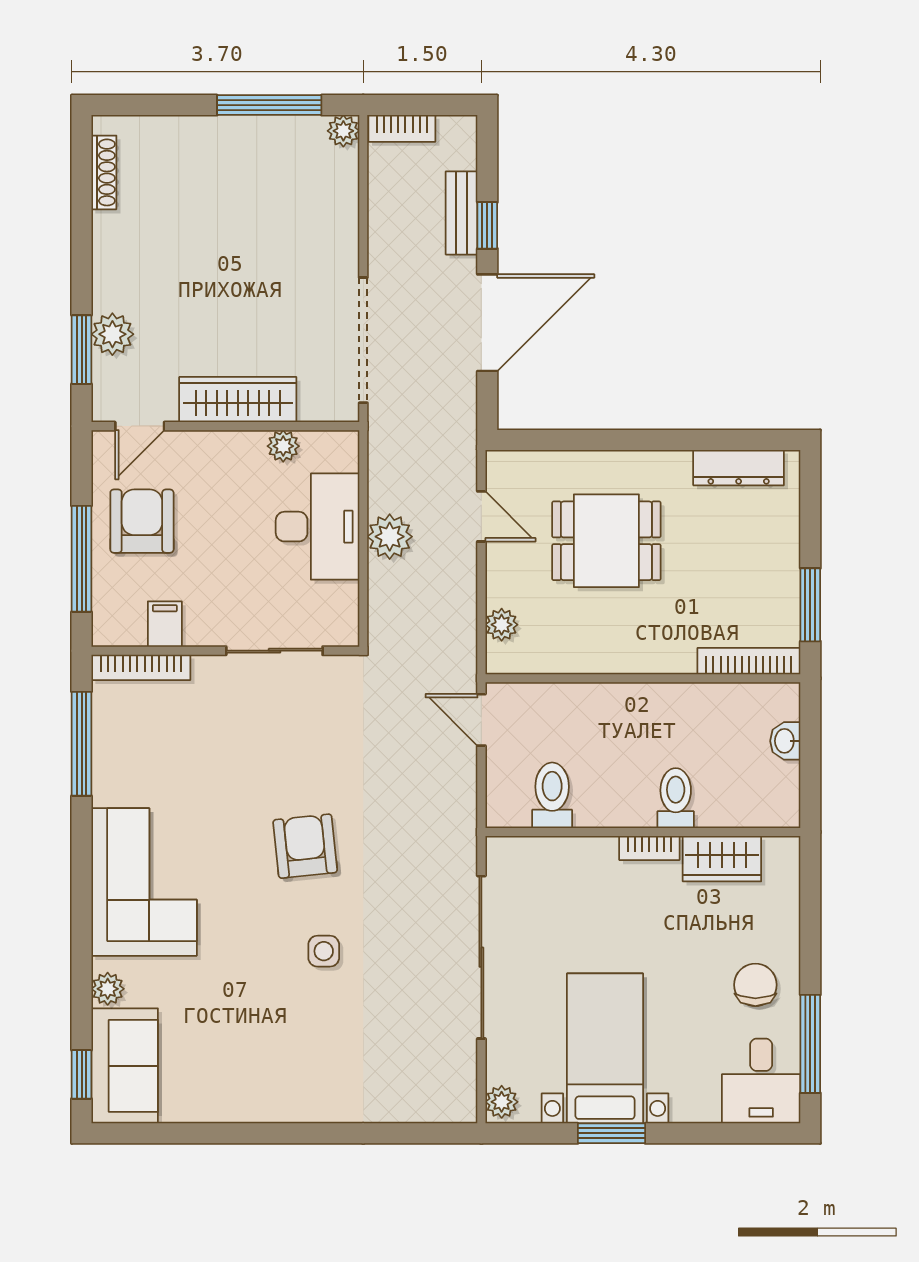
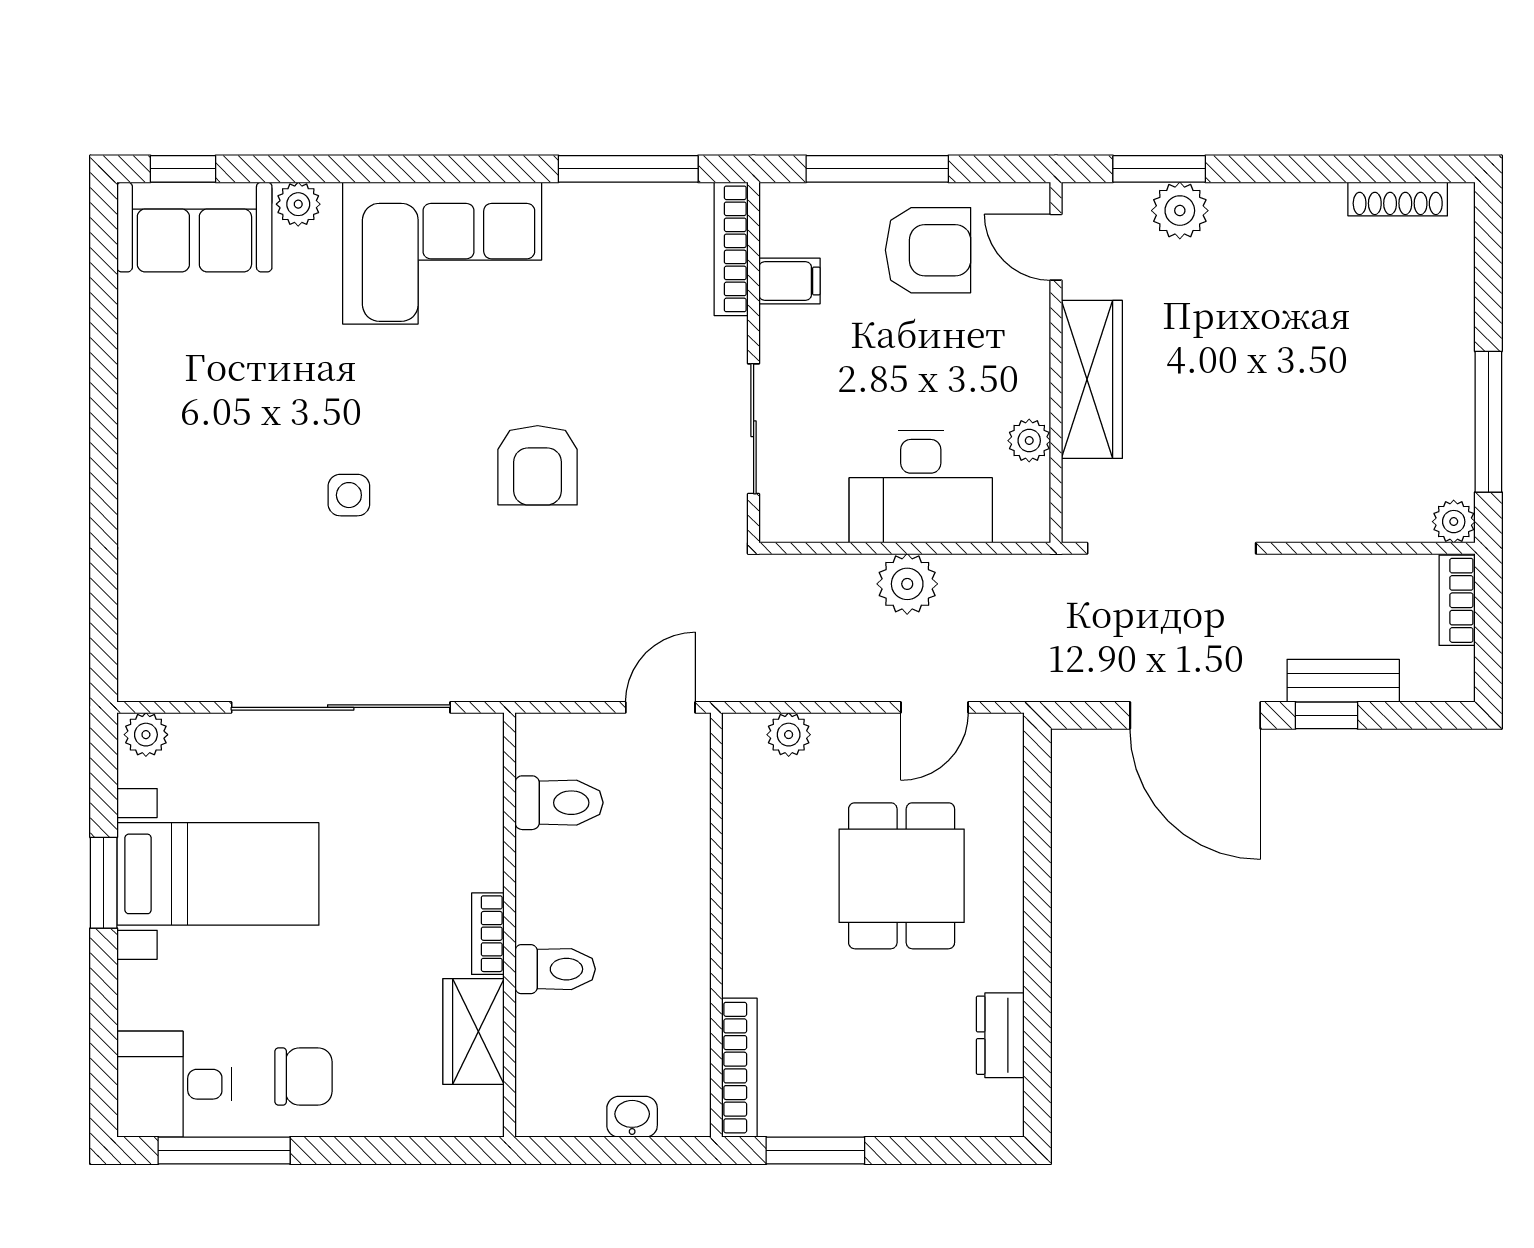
dresser: (739, 468) -> (1000, 1035), width x0.70
armchair: (305, 846) -> (538, 465), moved, turned 96

